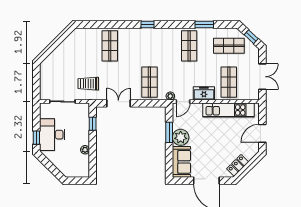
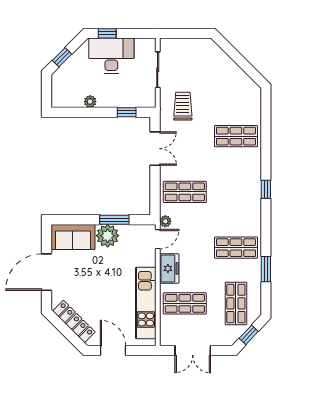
door: (183, 102) -> (158, 239), swing flipped
locker: (238, 165) -> (74, 321), width x1.53
window: (53, 170) -> (62, 57), added

